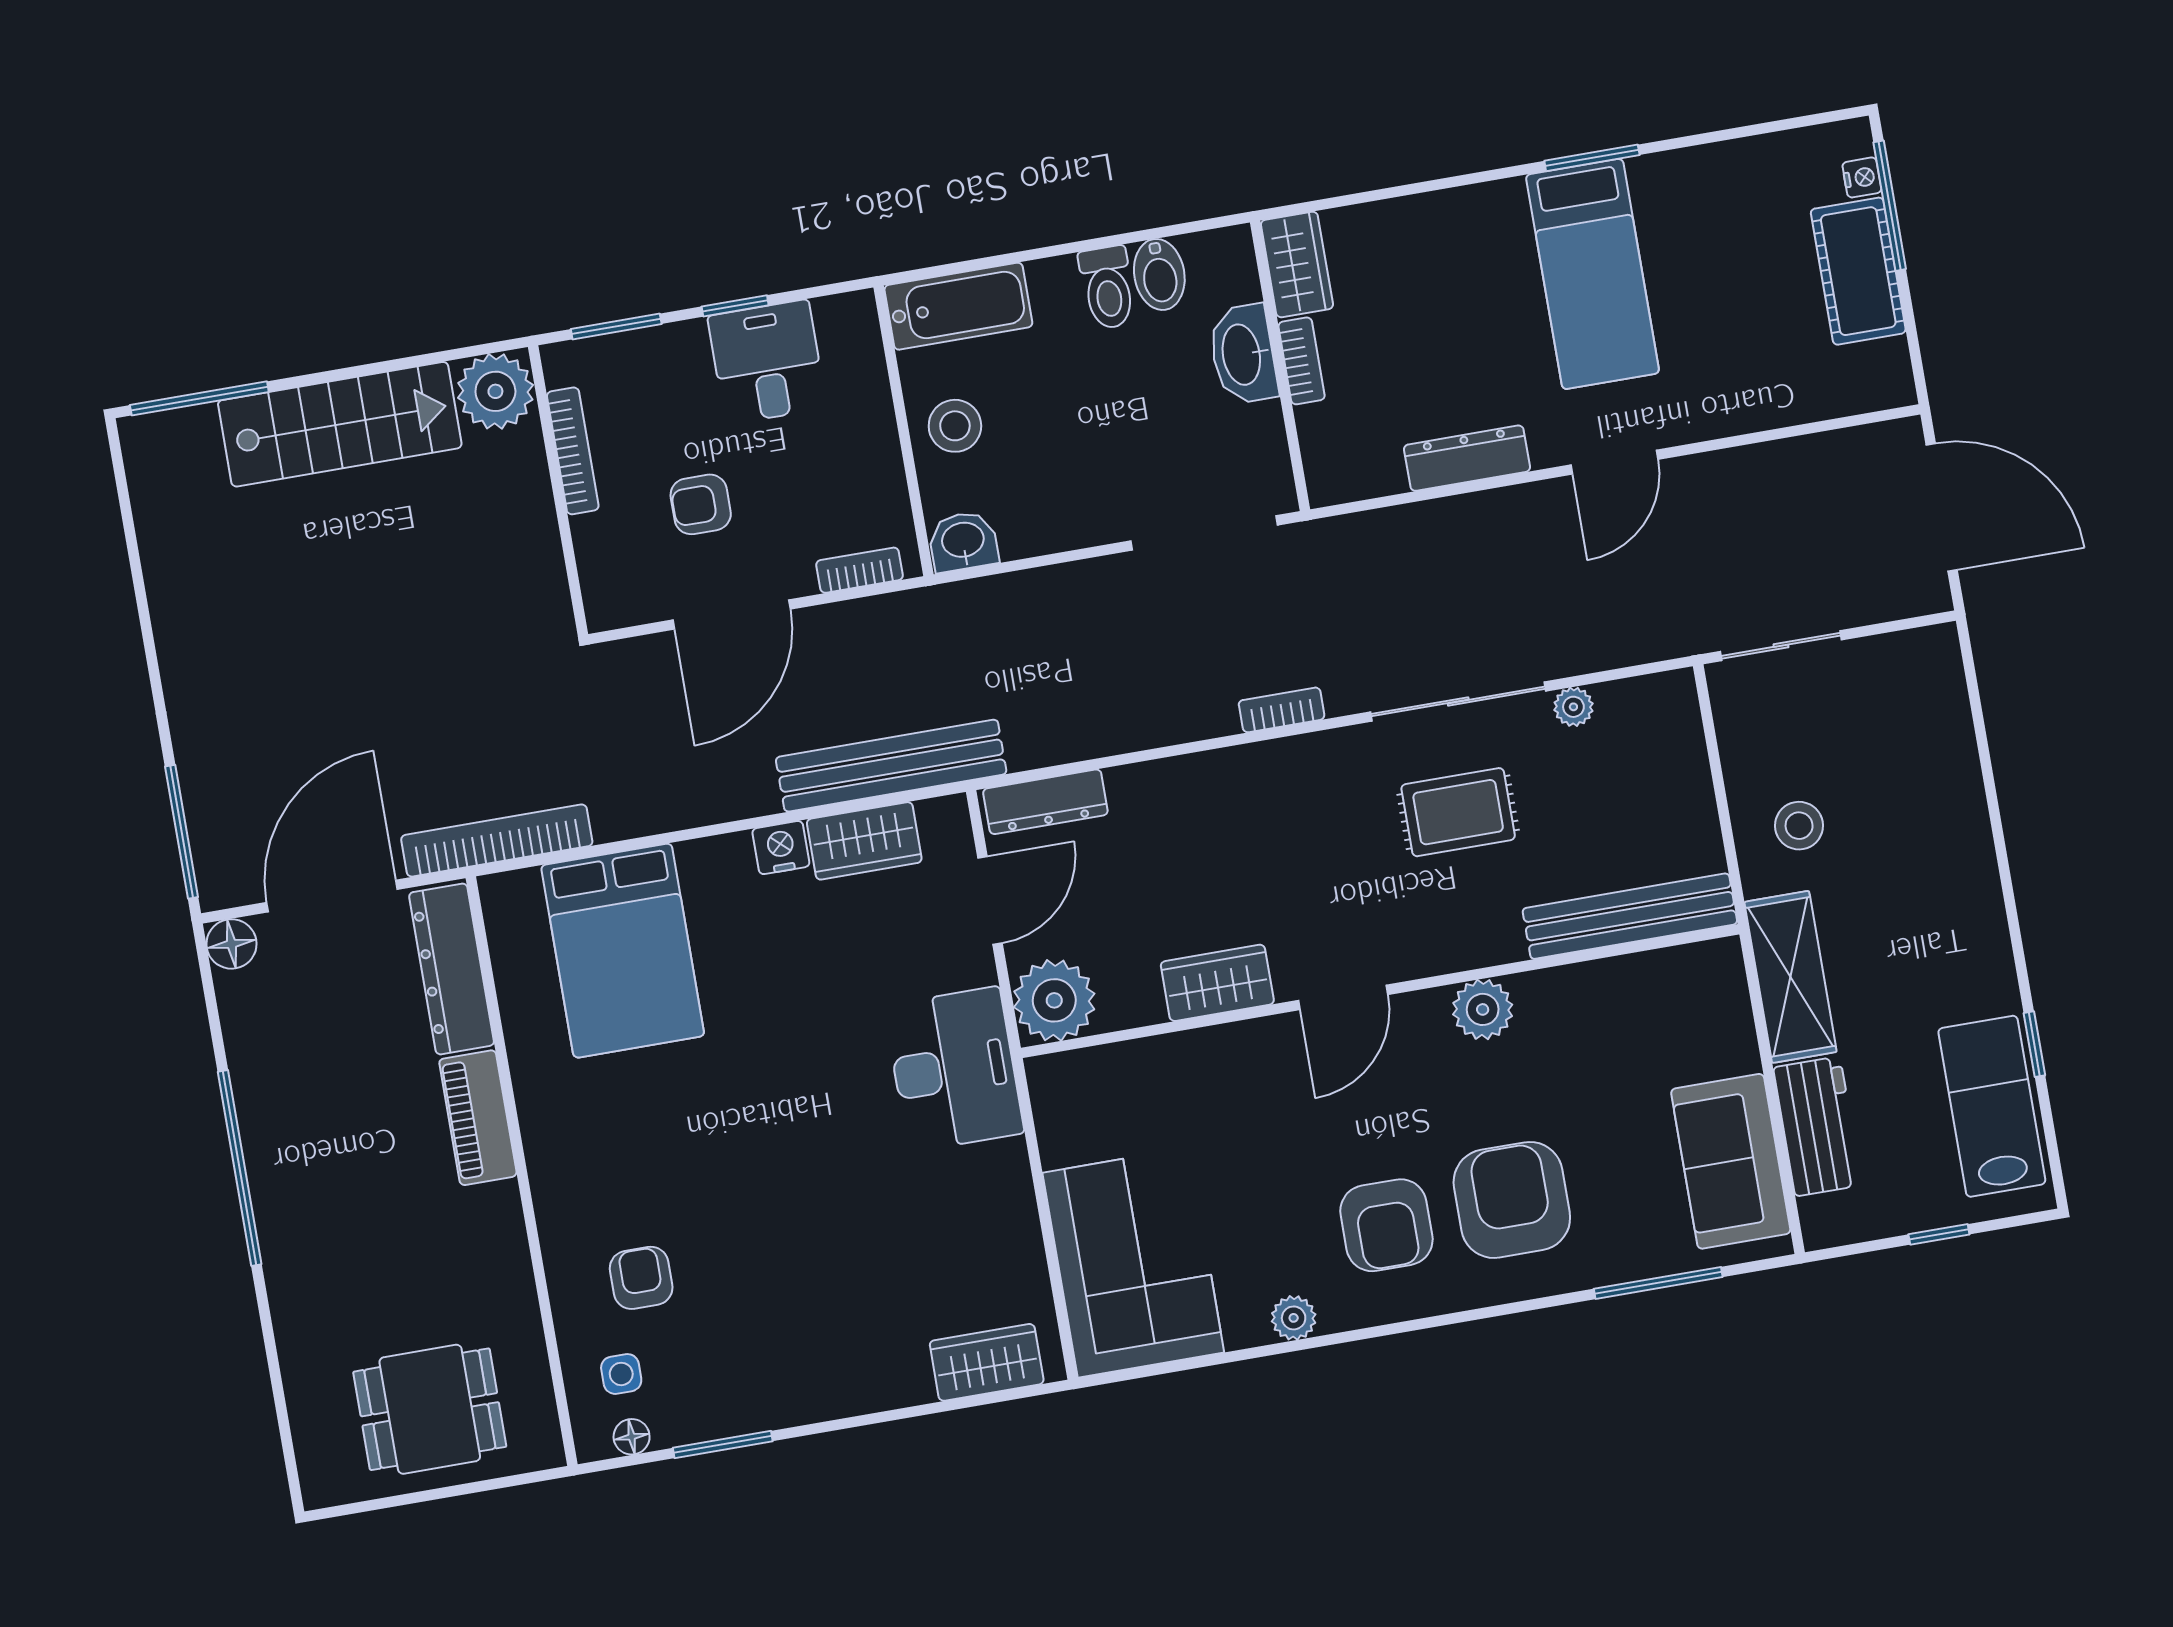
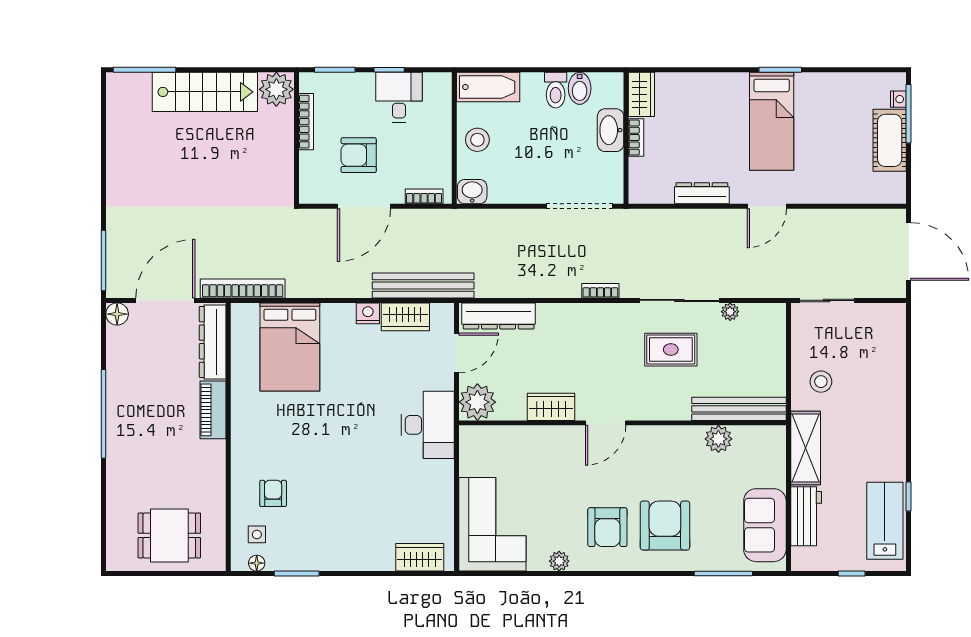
armchair: (701, 504) -> (359, 155), width x1.38, depth x1.38
dresser: (1045, 802) -> (499, 316), width x1.37, depth x1.24
plant: (1483, 1009) -> (718, 439), moved

